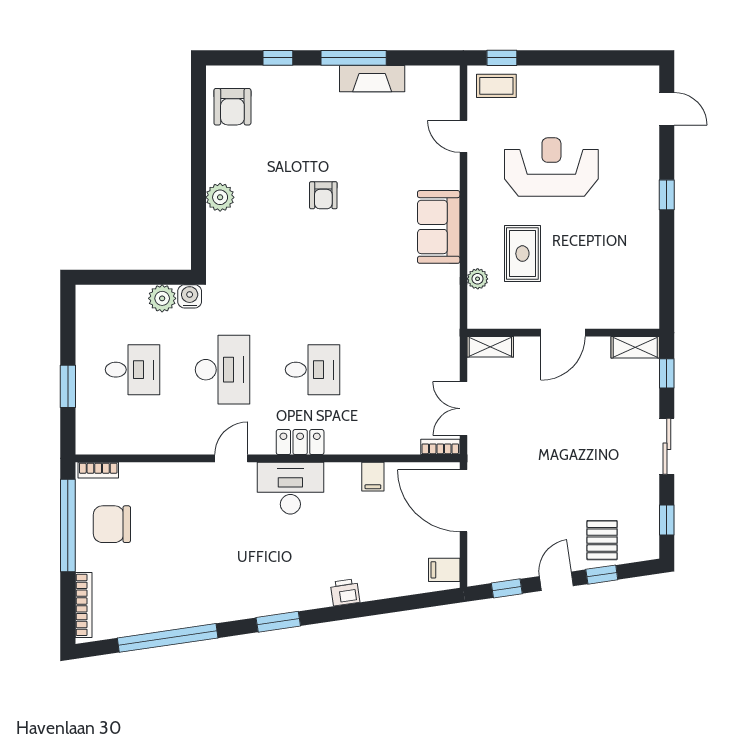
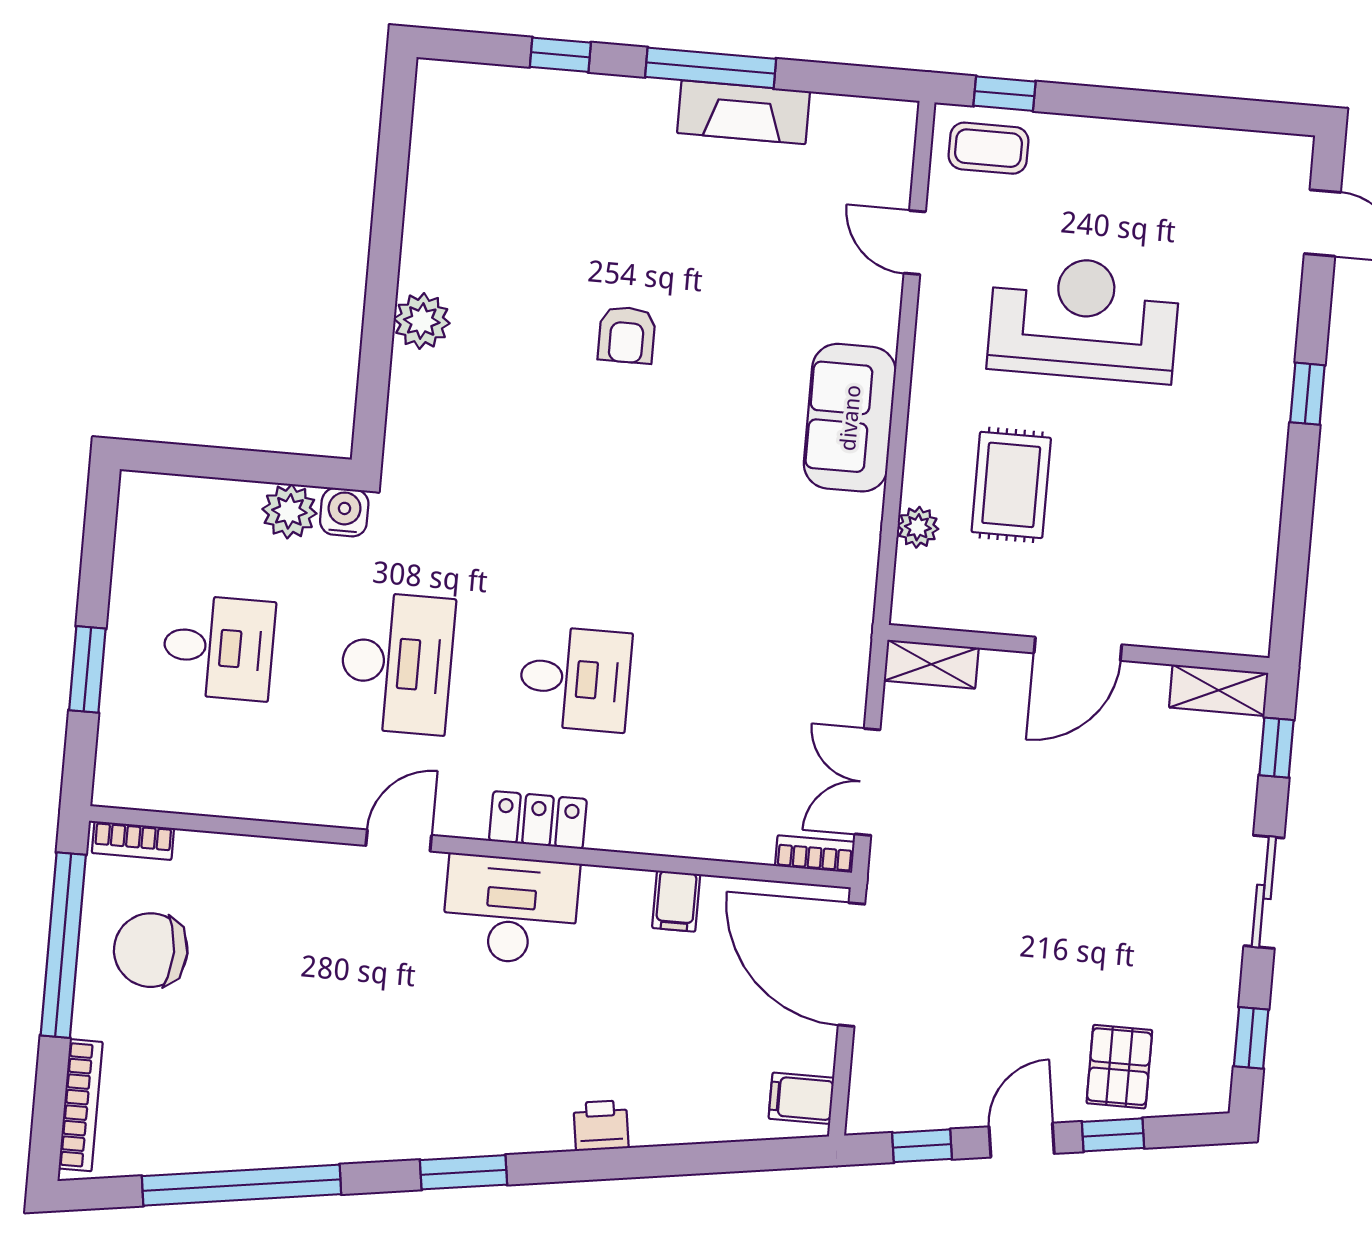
armchair: (232, 107) -> (462, 144), removed

